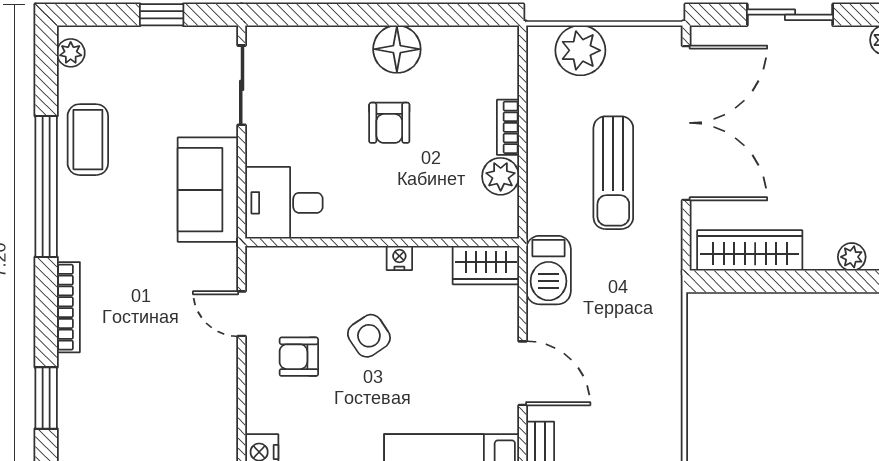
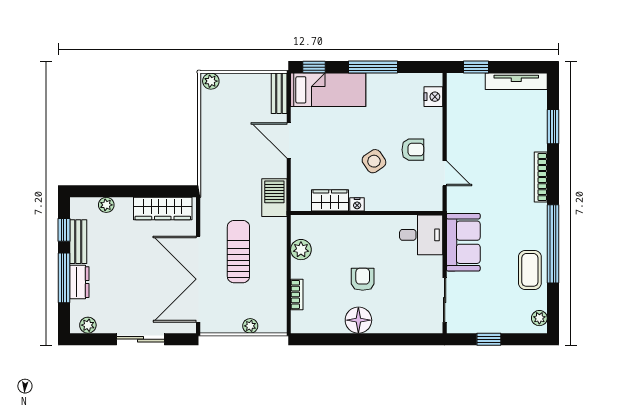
plant: (580, 50) -> (250, 326), width x0.53, depth x0.53
bookcase: (508, 127) -> (297, 295), moved
wardrobe: (486, 265) -> (330, 200), moved

